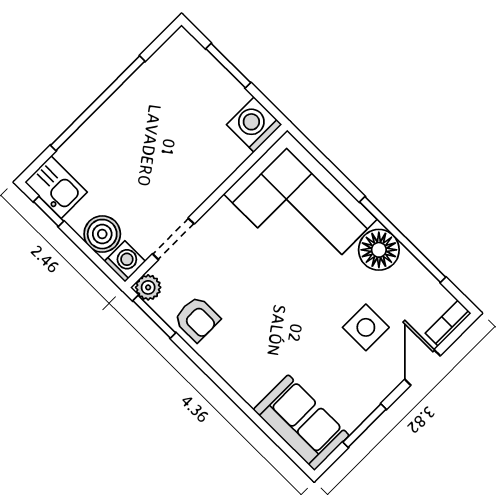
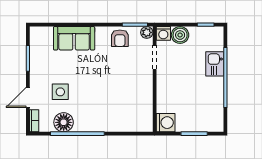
kitchen sink: (56, 187) -> (215, 64), moved, turned 90
corner sofa: (300, 207) -> (123, 110), removed
floor lamp: (379, 250) -> (64, 122), moved
armchair: (197, 319) -> (120, 38), turned -90
door: (422, 368) -> (28, 97), swing flipped
sofa: (301, 423) -> (74, 38), moved

